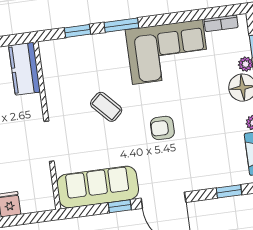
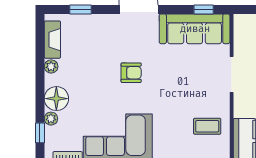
coffee table: (106, 107) -> (207, 126), moved, turned -47
window: (120, 206) -> (204, 10), moved

